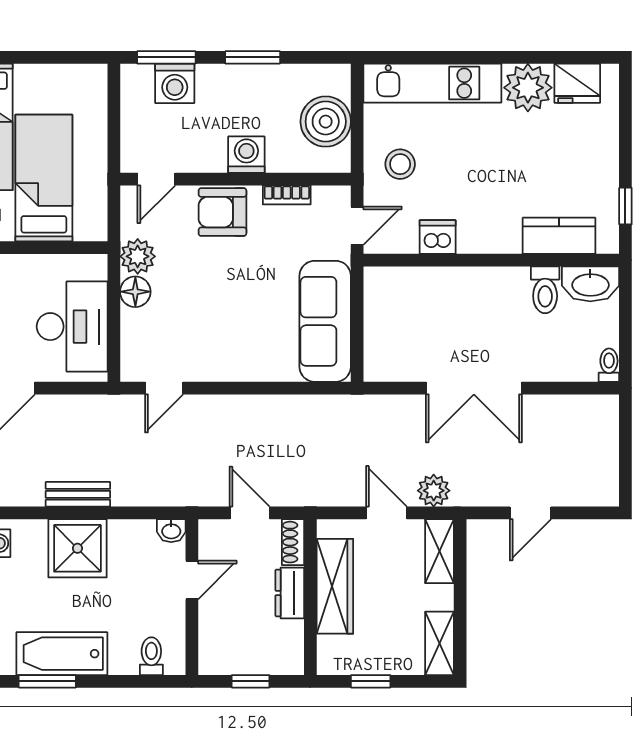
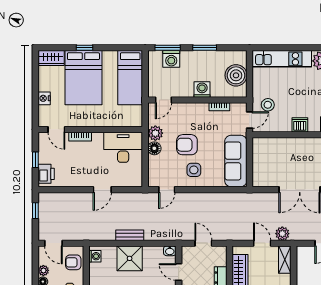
stool: (400, 164) -> (268, 105), moved
bed: (44, 178) -> (130, 78), moved, turned 180
armchair: (222, 212) -> (187, 145), moved
dishwasher: (438, 237) -> (300, 125), moved
desk: (72, 327) -> (123, 147), moved, turned -90
side table: (227, 342) -> (194, 170), added
shoe rack: (293, 542) -> (222, 256), removed
door: (192, 580) -> (179, 272), swing flipped

